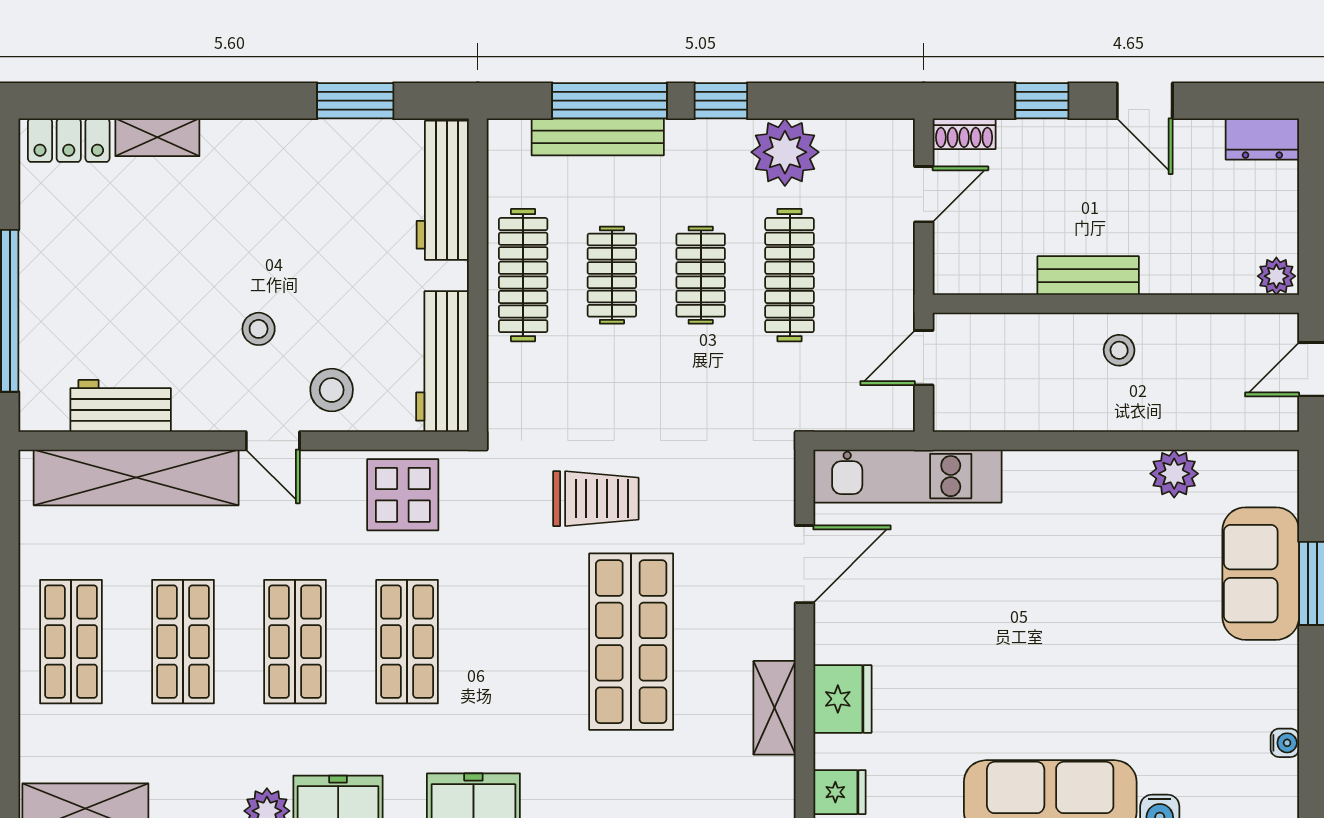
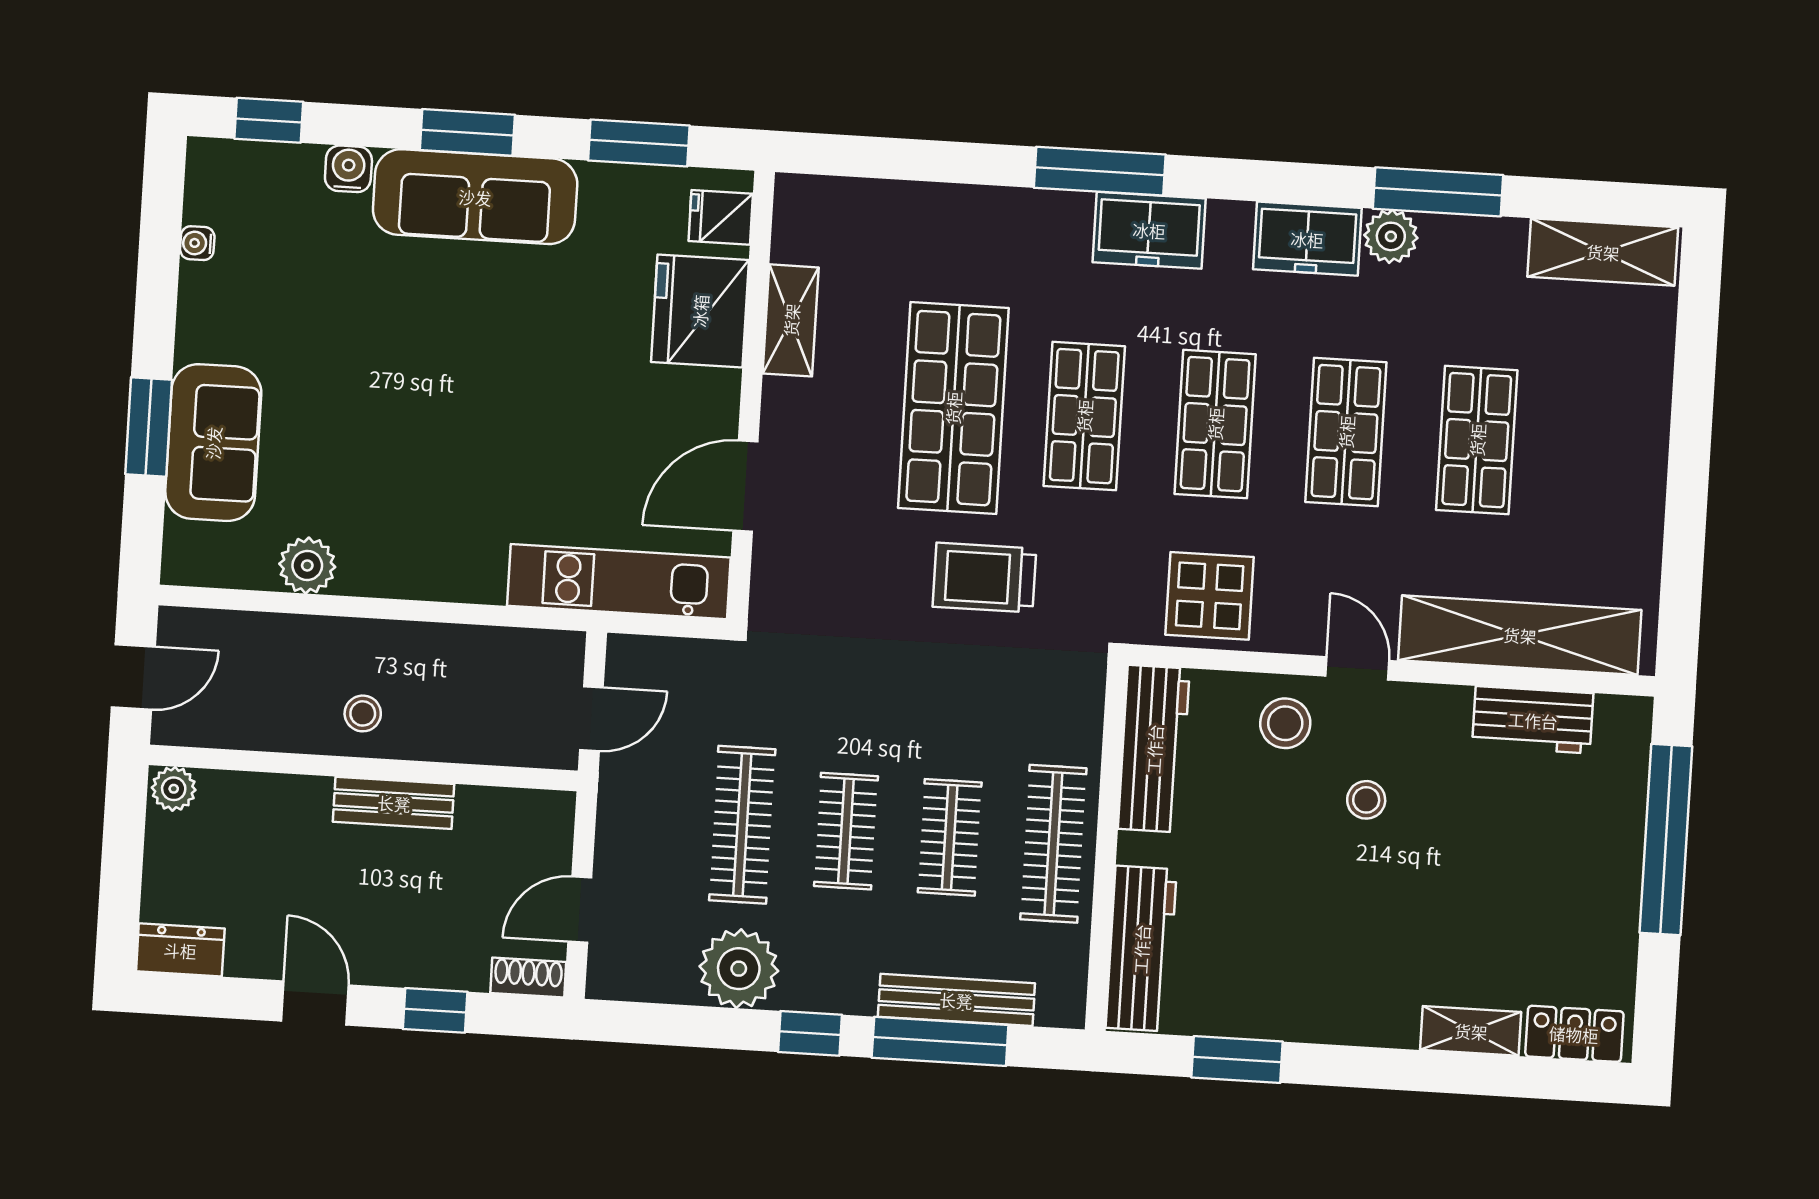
shop shelf: (71, 642) -> (1084, 416), moved
fridge: (842, 699) -> (700, 311), width x1.36, depth x1.34

